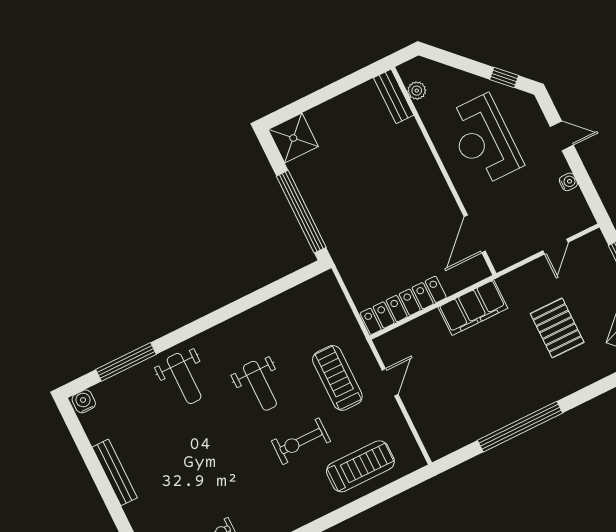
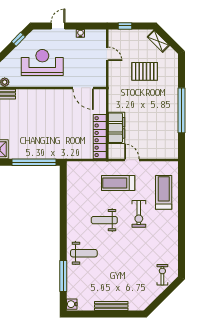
reception desk: (484, 140) -> (42, 63), turned 180
filing cabinet: (473, 308) -> (116, 128), moved
weight bench: (260, 386) -> (104, 220), turned 180

